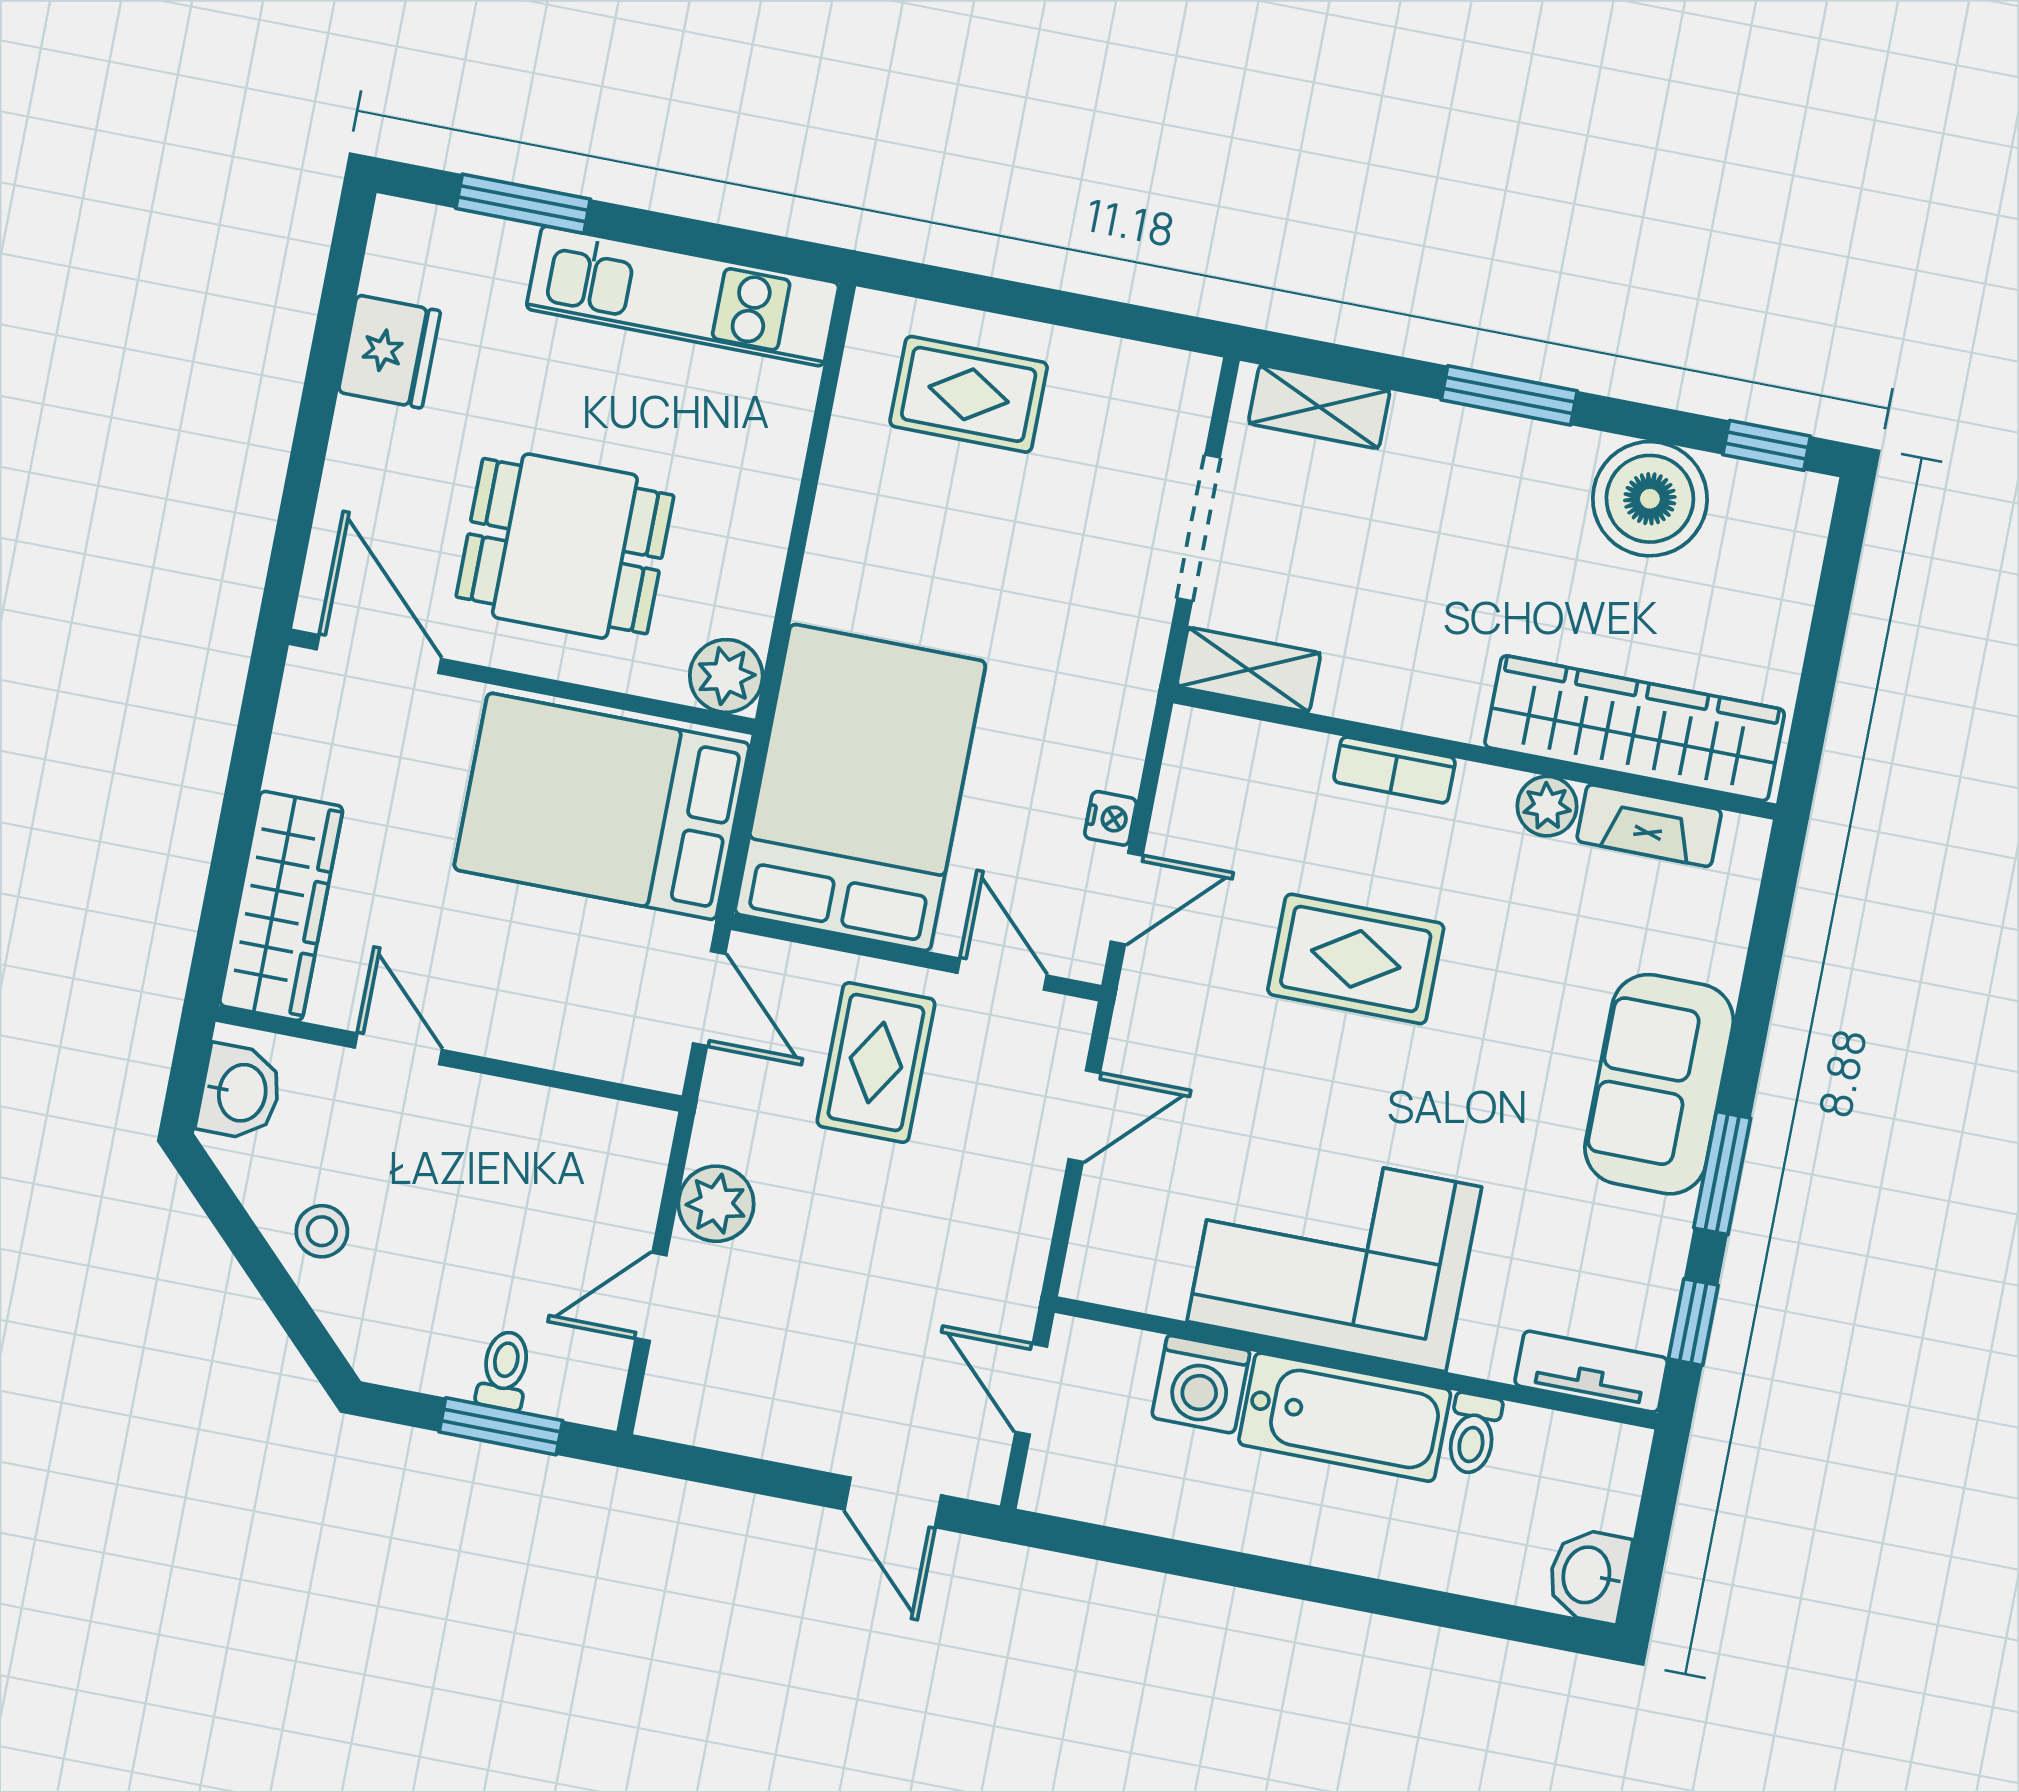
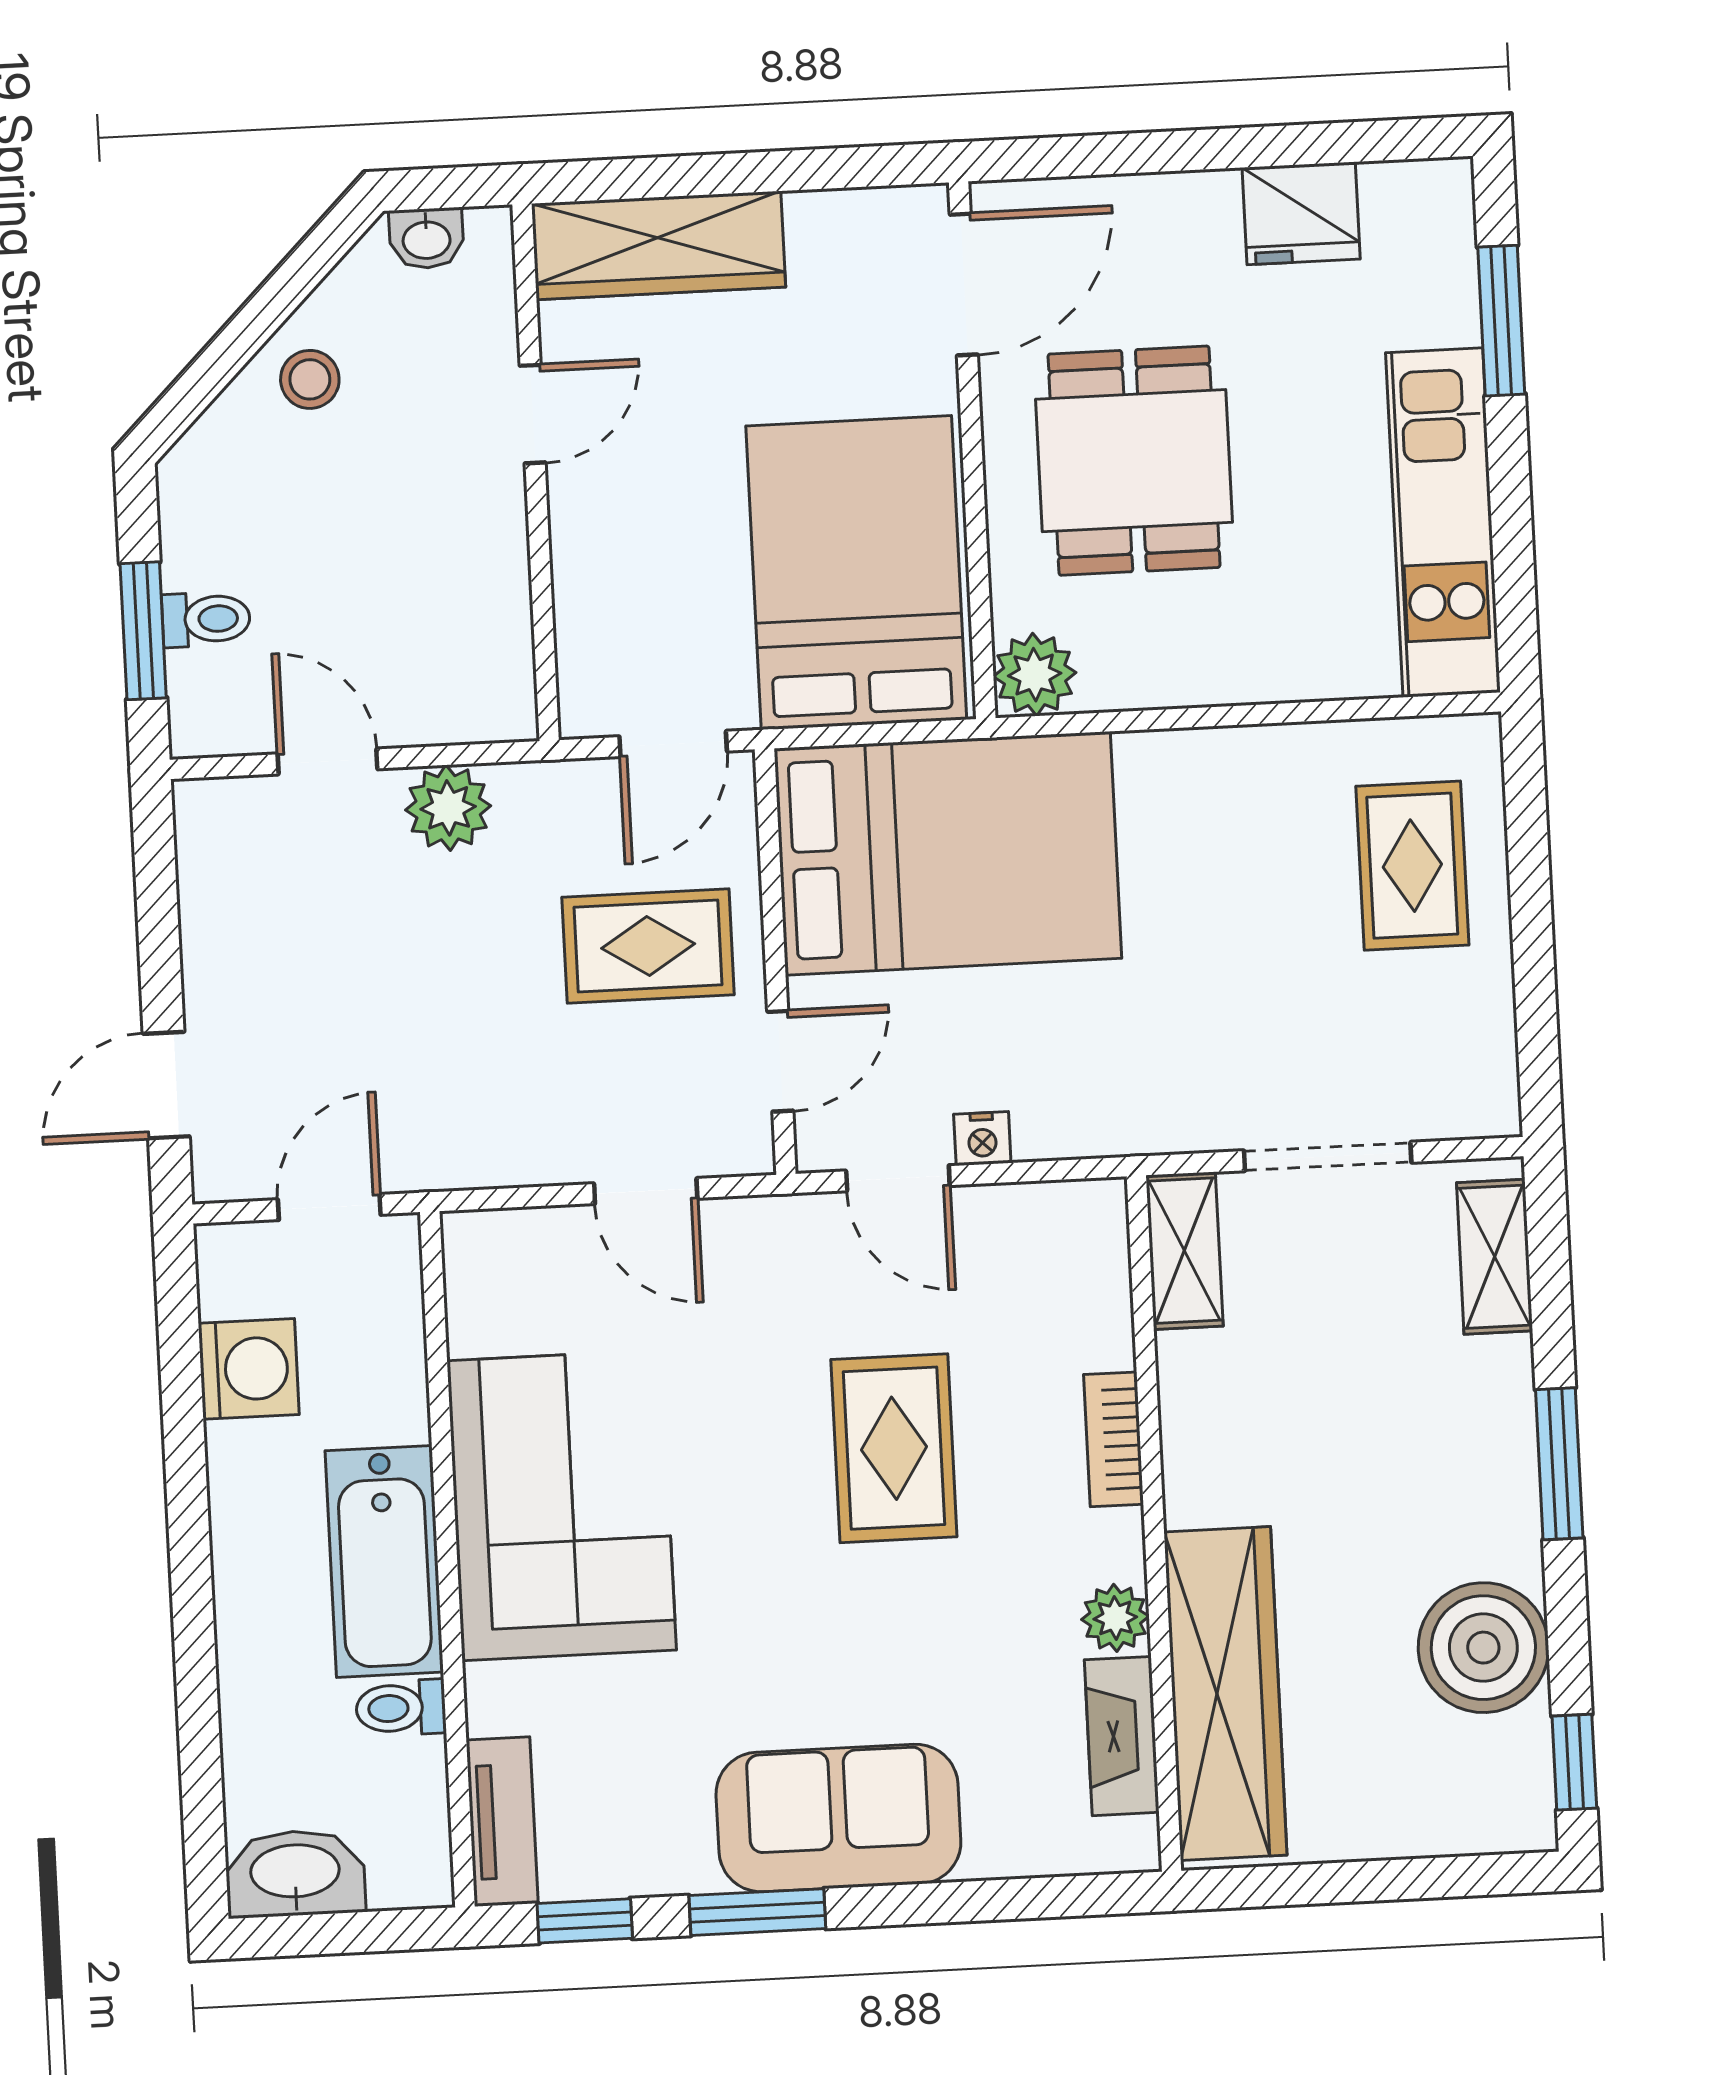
washbasin: (240, 1092) -> (426, 238), width x0.72, depth x0.69
washing machine: (1201, 1384) -> (249, 1369), moved, turned 180
washbasin: (1589, 1575) -> (295, 1873), width x1.38

